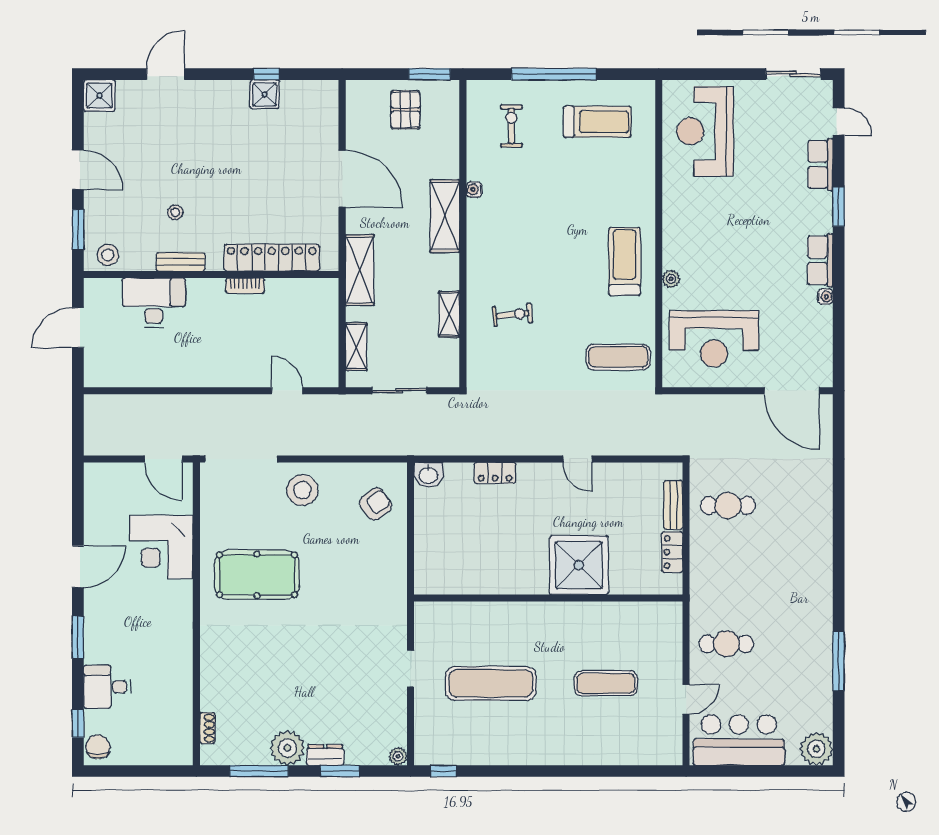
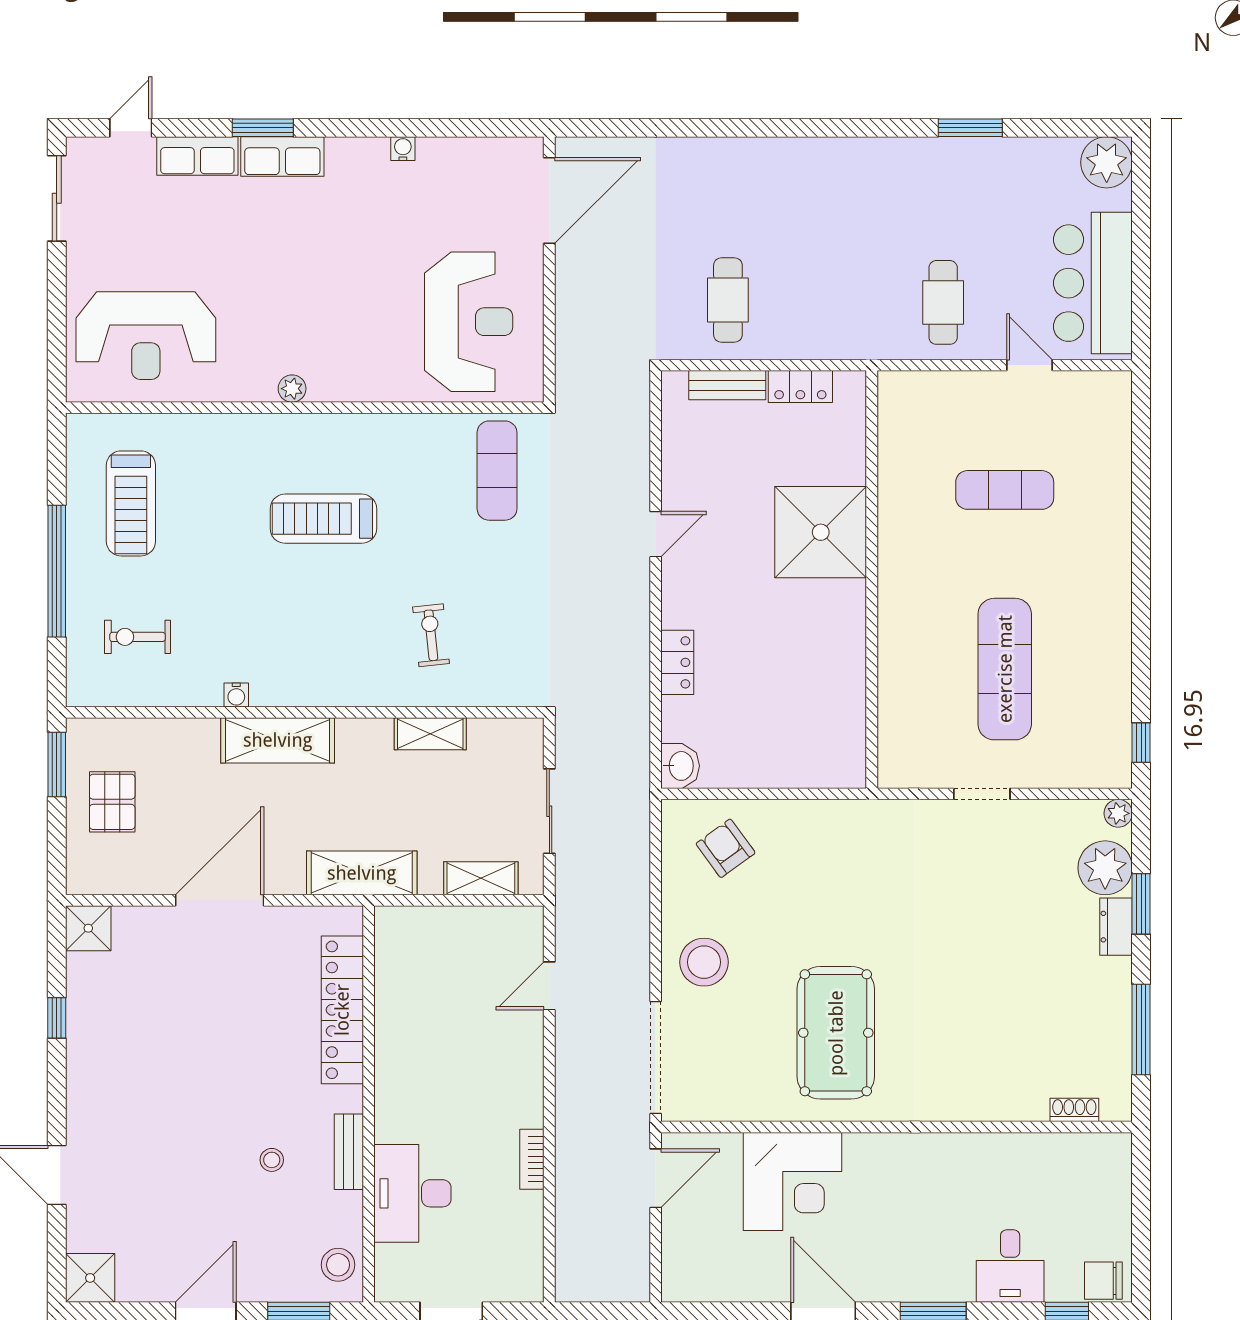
shower: (265, 94) -> (88, 928), moved
pallet: (405, 110) -> (112, 802), turned 90
treadmill: (597, 122) -> (131, 503), turned 180
row of seats: (820, 260) -> (282, 156), moved
treadmill: (624, 261) -> (323, 519), moved
plant: (671, 279) -> (292, 389), moved
bookcase: (245, 286) -> (532, 1159), moved, turned 180
window: (839, 661) -> (970, 128), width x0.69
exercise mat: (606, 683) -> (1005, 490), turned 90
plant: (287, 748) -> (1105, 868), moved

